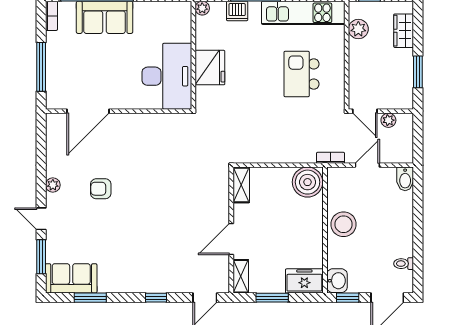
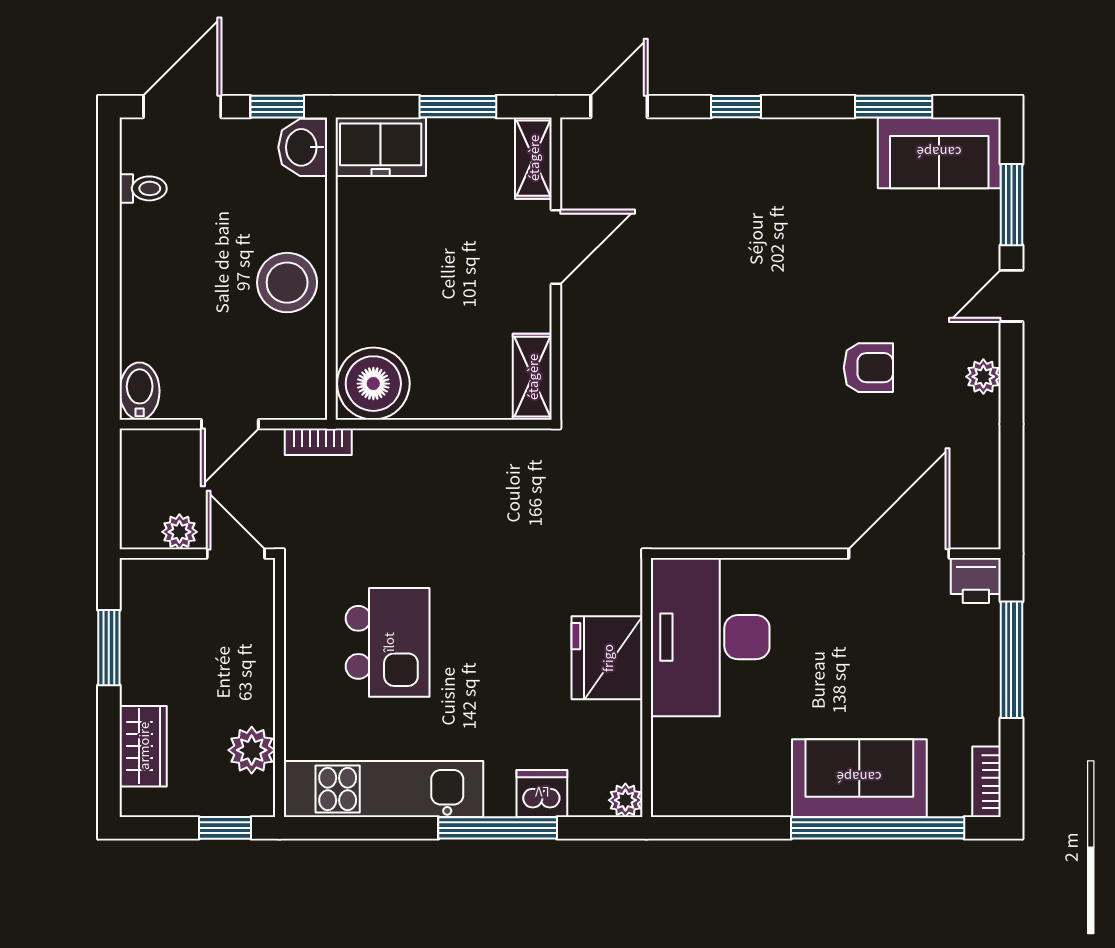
printer: (56, 100) -> (976, 581), added
door: (41, 219) -> (1011, 296), swing flipped

